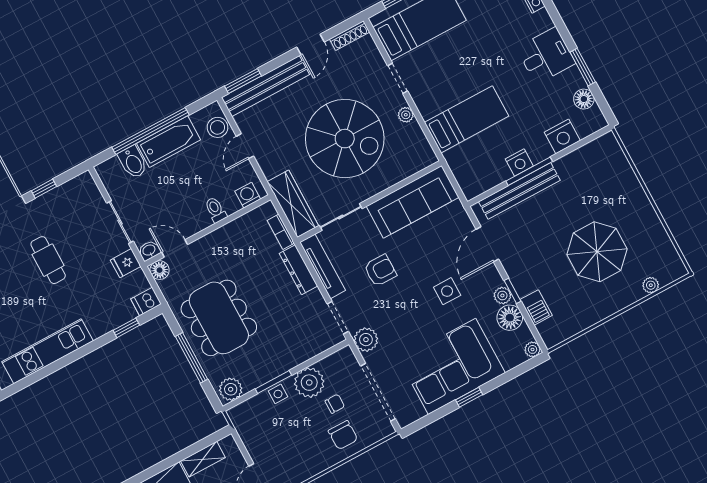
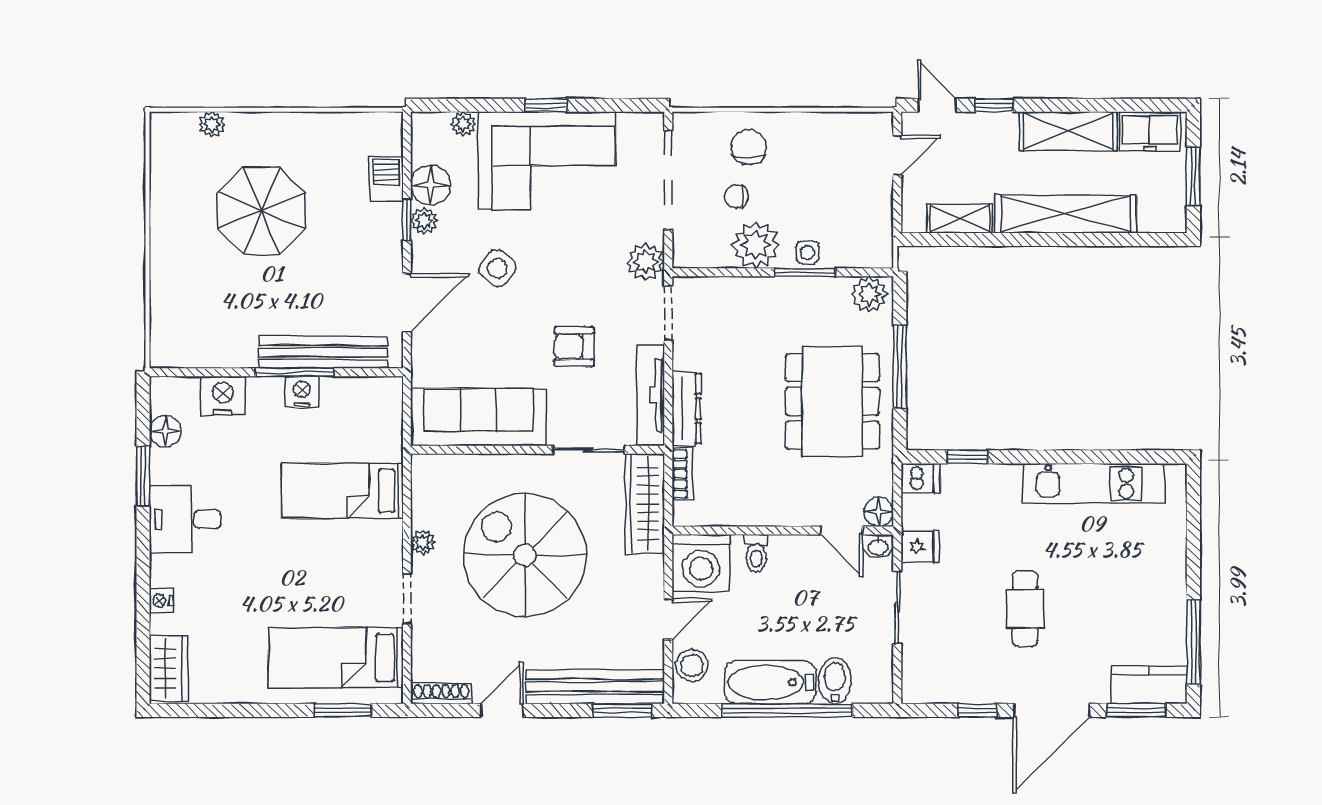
washing machine: (248, 195) -> (701, 563), width x1.89, depth x1.89
side table: (447, 291) -> (497, 268), turned 36
plant: (532, 349) -> (463, 124), moved

